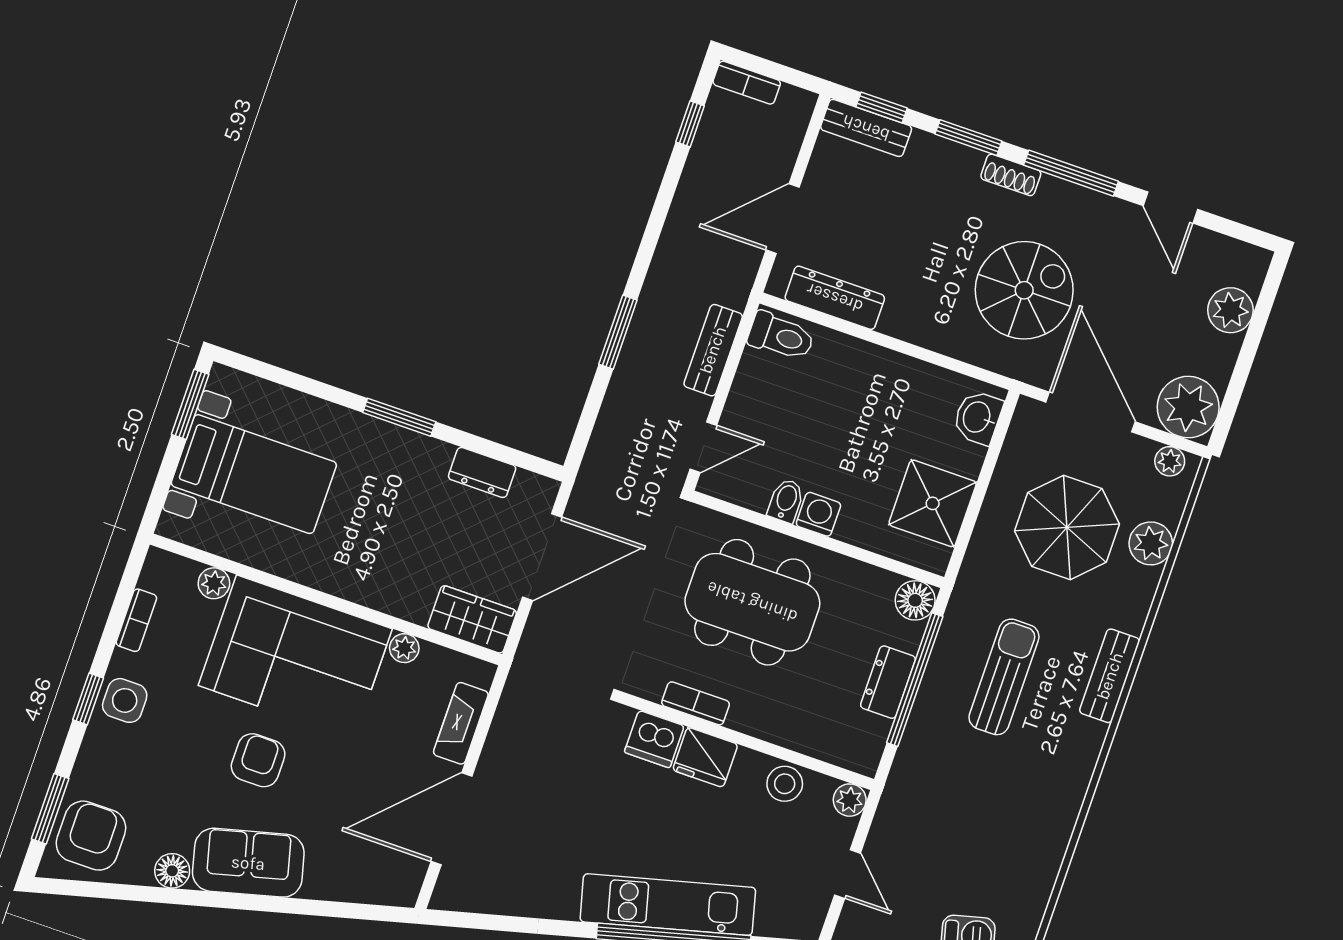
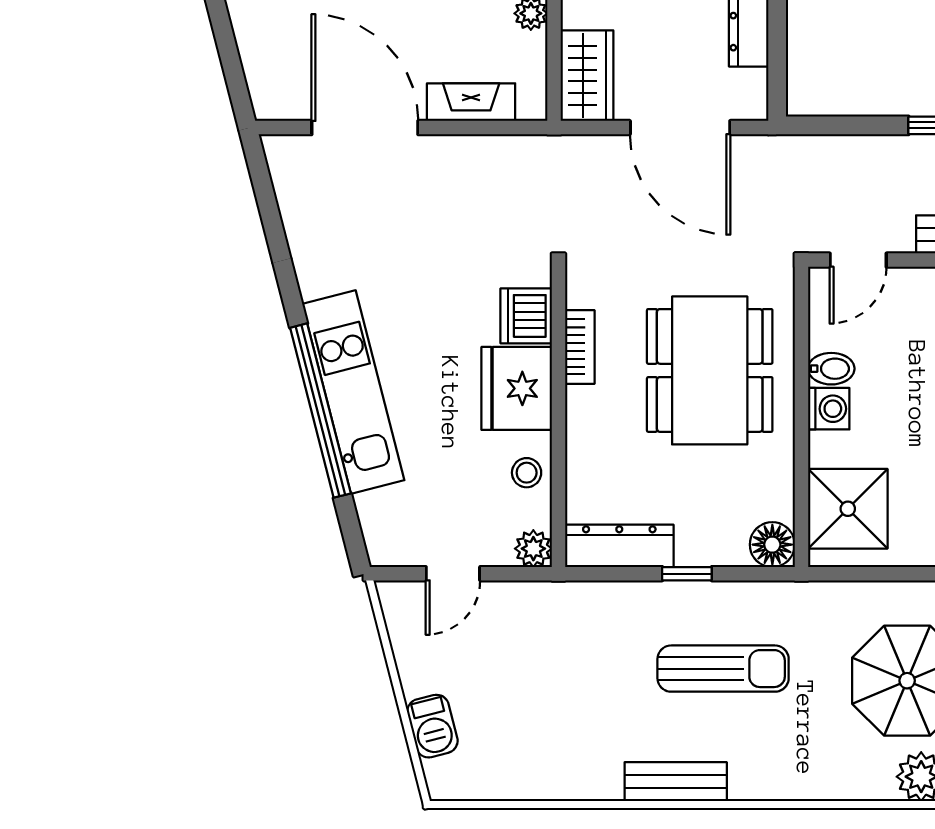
door: (703, 447) -> (858, 260), hinge flipped
shower: (933, 503) -> (848, 509), moved
bench: (1110, 676) -> (676, 782), moved
window: (915, 680) -> (687, 574), width x0.32
dresser: (888, 682) -> (619, 546), moved, width x1.44
fridge: (705, 757) -> (517, 388), width x1.36, depth x1.34
stool: (785, 784) -> (527, 473), width x0.73, depth x0.73

